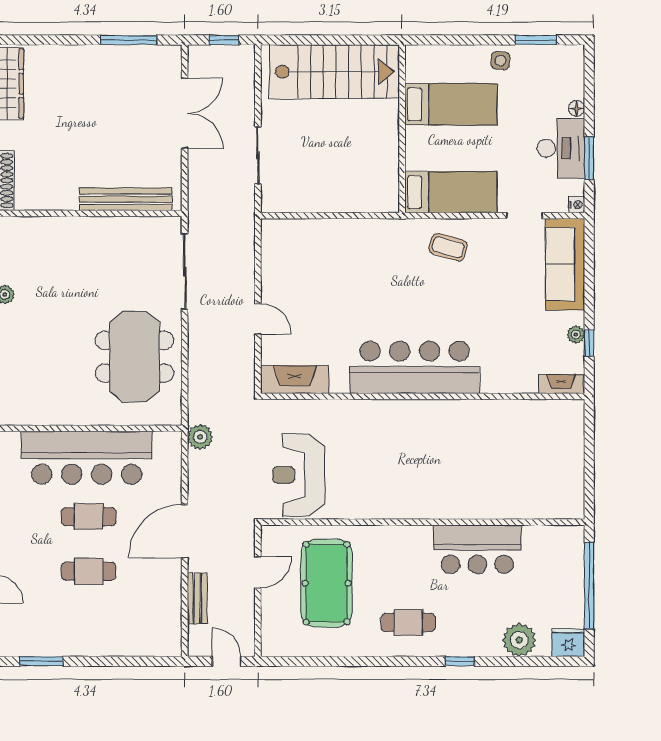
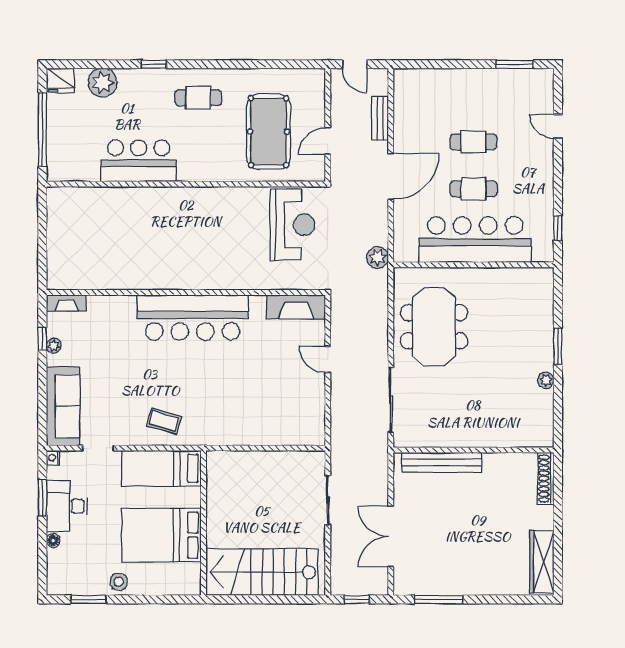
bed: (451, 104) -> (161, 535), width x1.50

